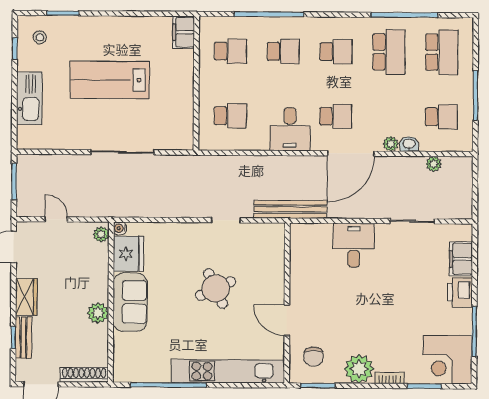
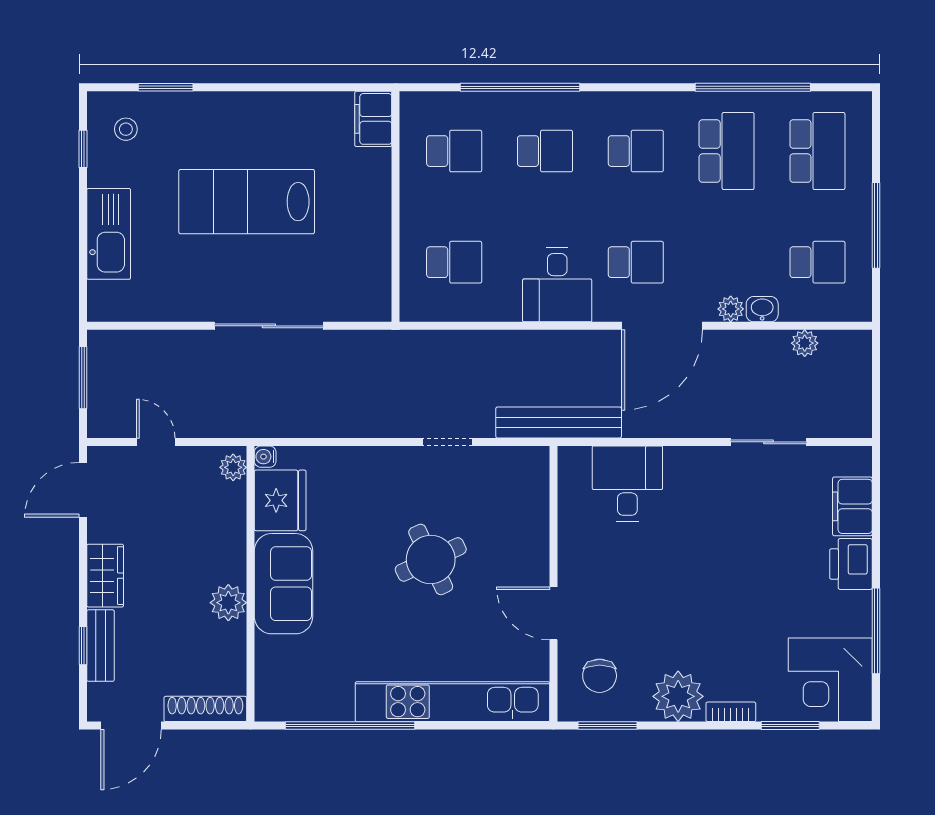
desk: (354, 245) -> (627, 484), moved

